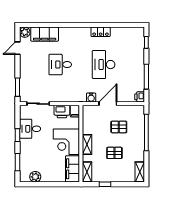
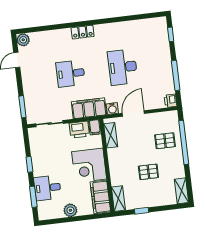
locker: (101, 32) -> (83, 32), moved
filing cabinet: (45, 34) -> (89, 108), moved, turned 180
pallet: (119, 127) -> (165, 141), moved
desk: (30, 129) -> (47, 188), moved
shelving: (87, 144) -> (111, 135), moved
plant: (35, 177) -> (70, 210), moved

